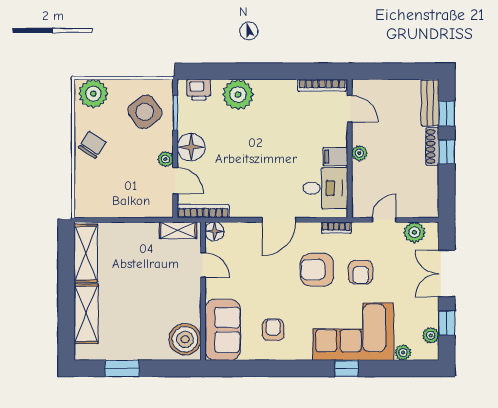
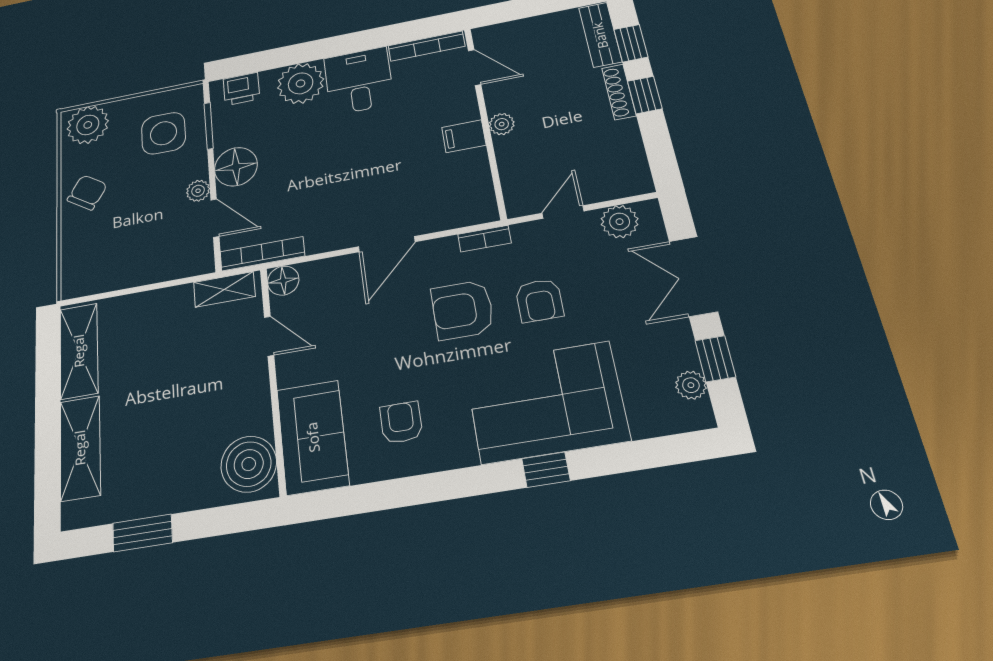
side table: (145, 112) -> (163, 133), turned 37
desk: (325, 188) -> (359, 81), moved, turned -90
plant: (403, 353) -> (646, 424), removed

